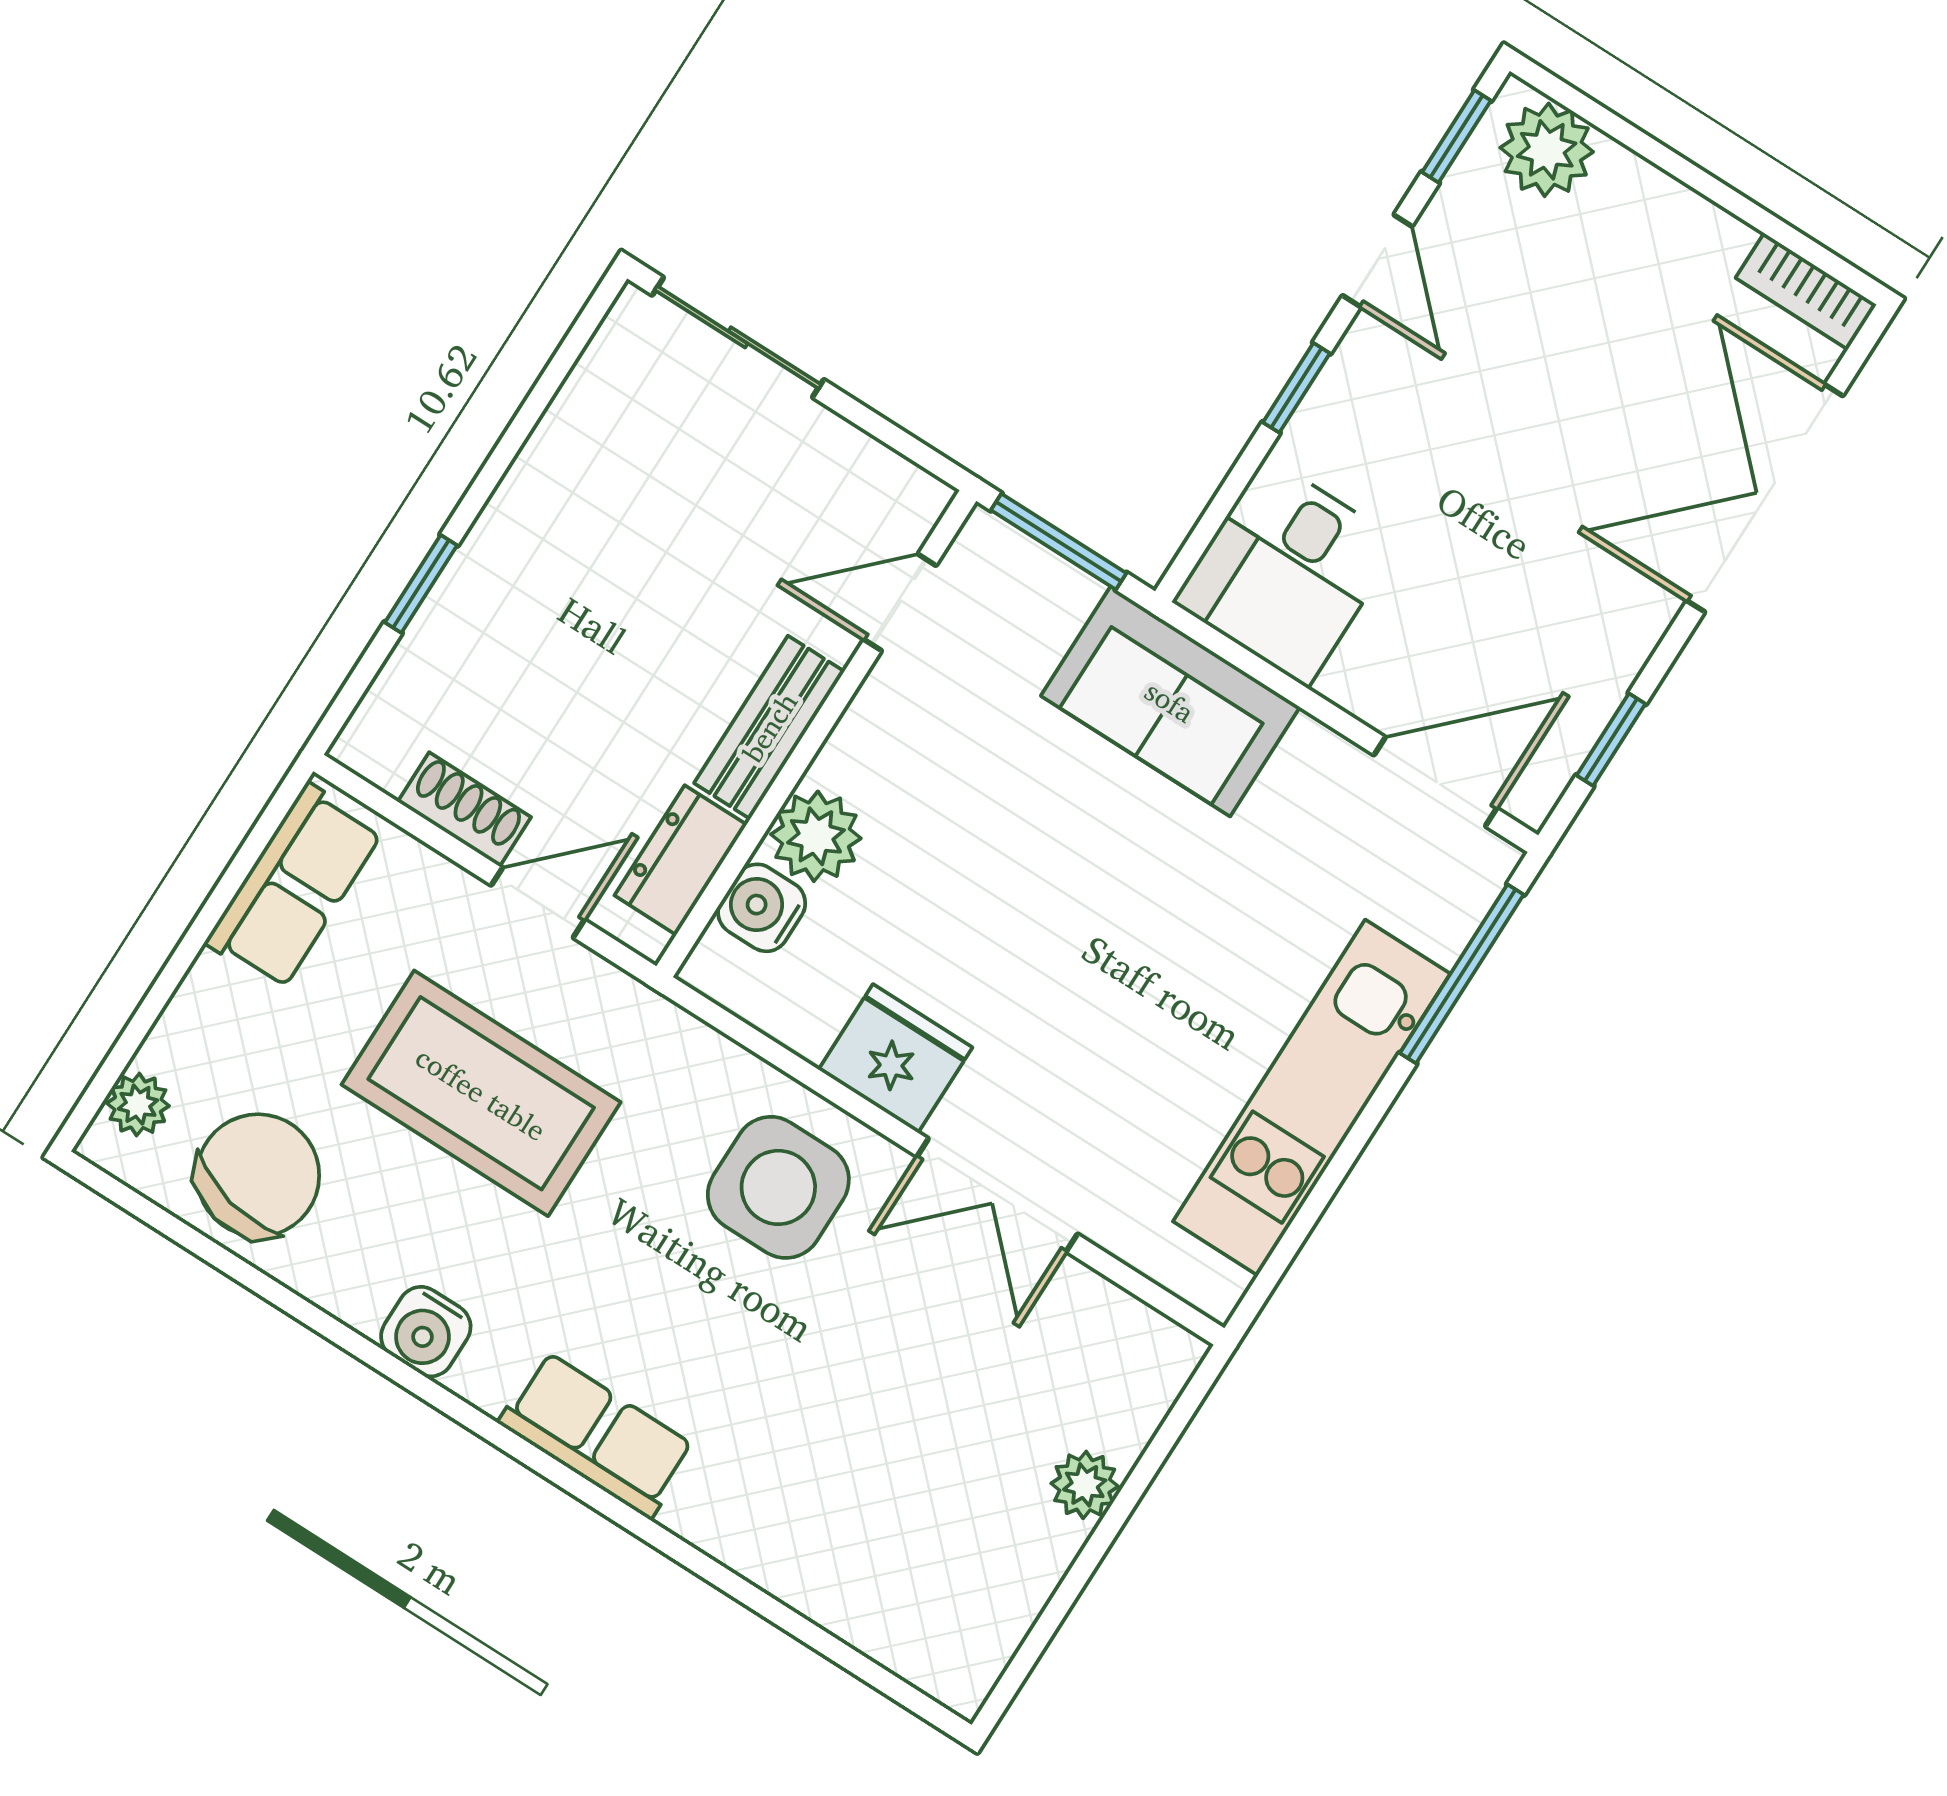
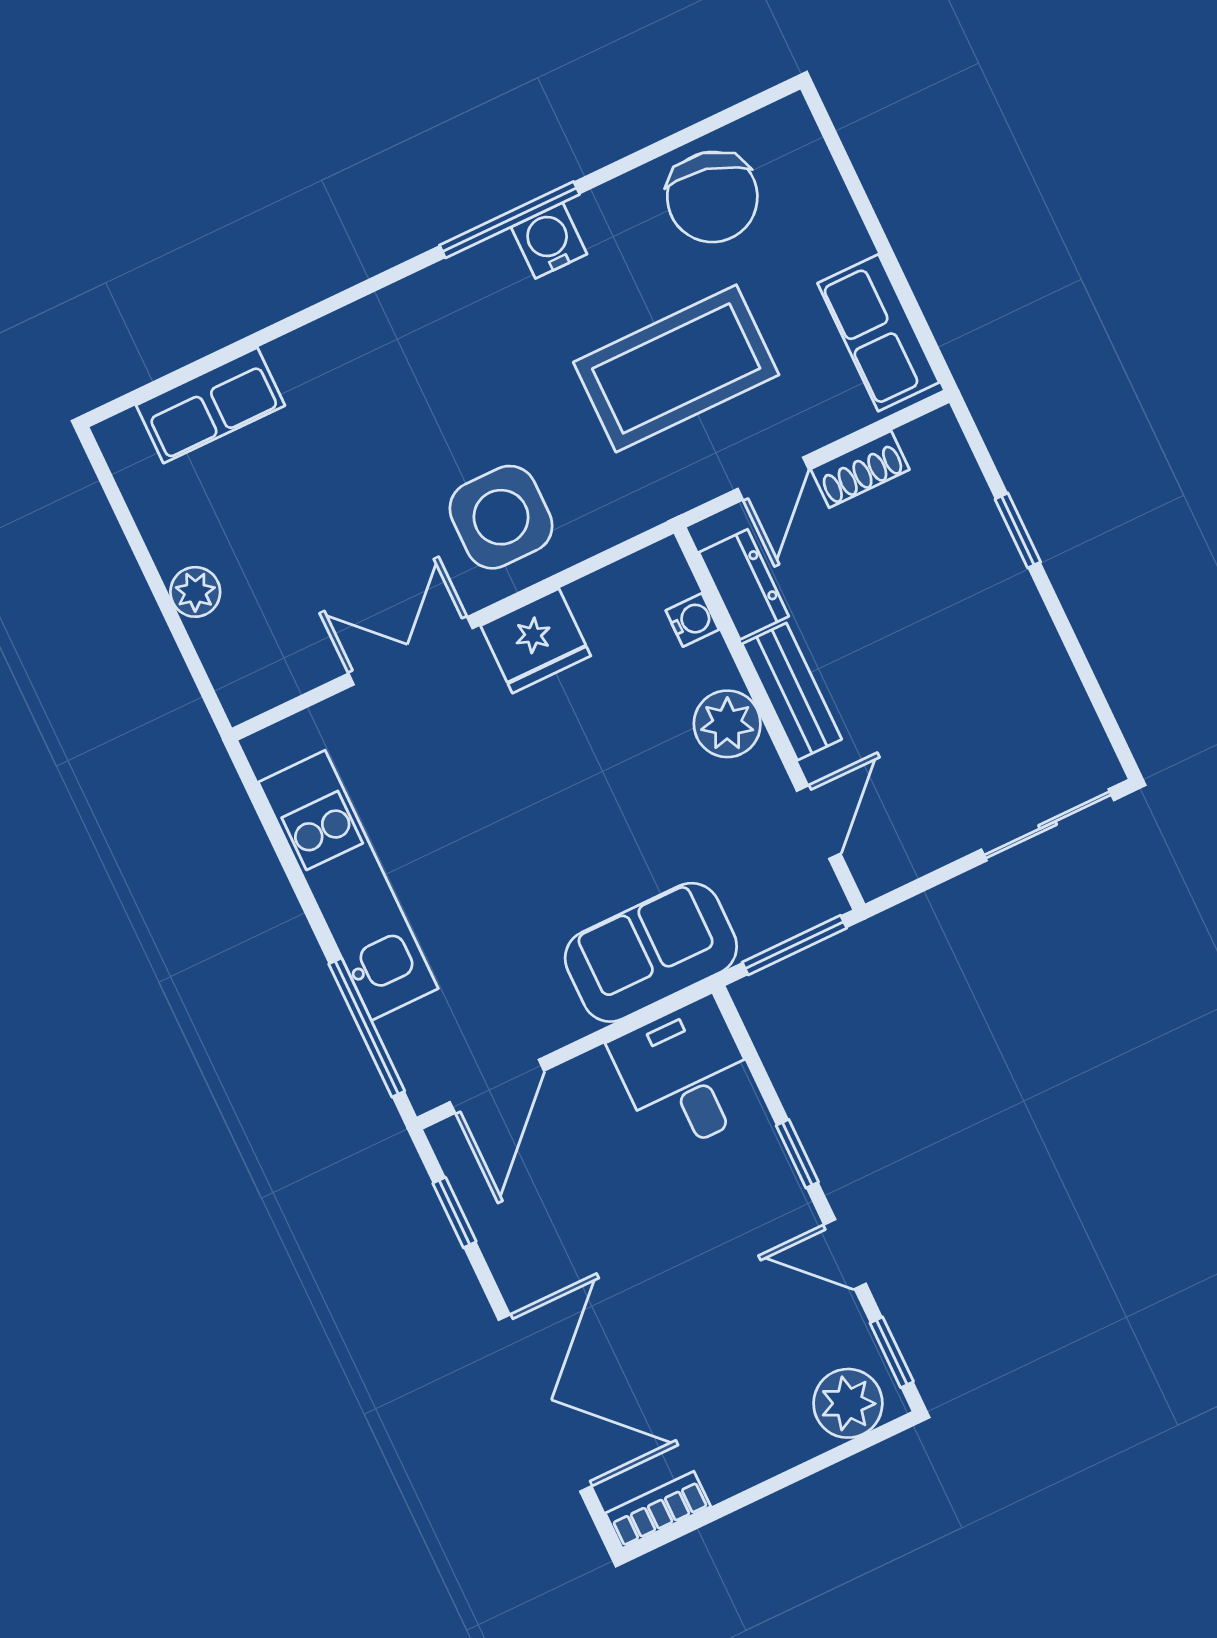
plant: (816, 836) -> (727, 724), moved
water cooler: (762, 908) -> (692, 620), width x0.72, depth x0.72
plant: (138, 1104) -> (804, 150), removed
window: (430, 1392) -> (510, 220), added
row of seats: (597, 1435) -> (210, 405), moved

